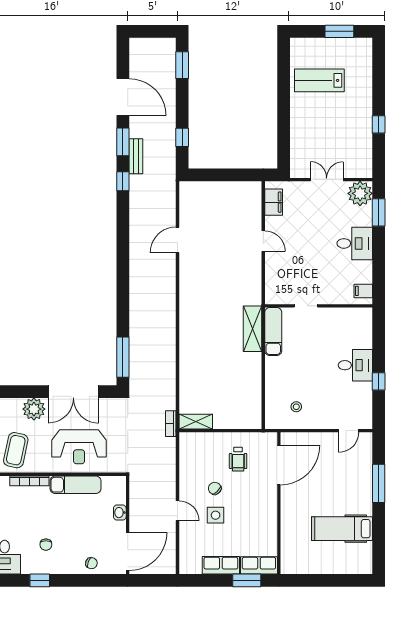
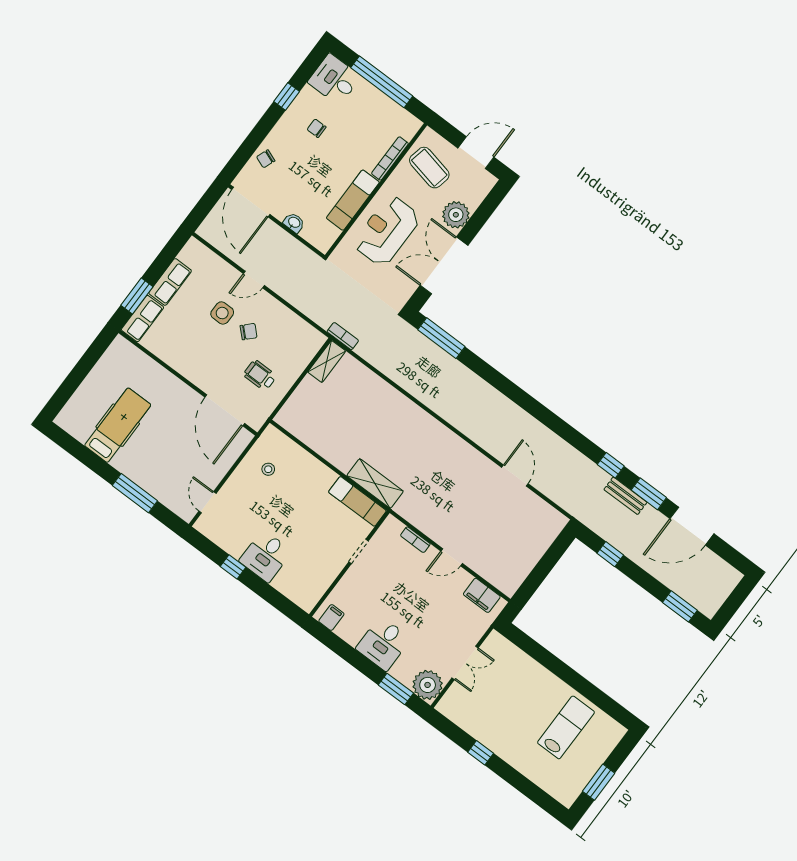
bookcase: (270, 274) -> (415, 540), added

